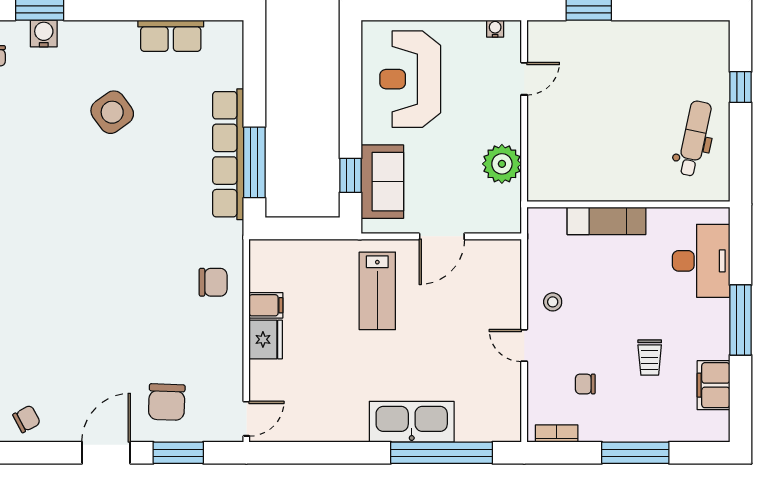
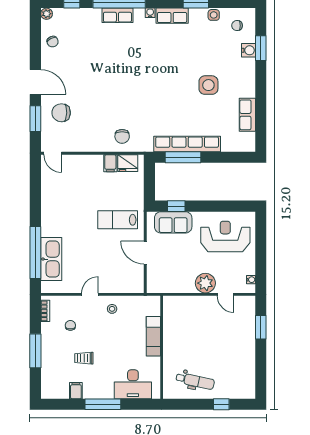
side table: (112, 112) -> (208, 85), turned 36
plant: (502, 164) -> (205, 283), moved
fridge: (266, 339) -> (128, 163), moved
filing cabinet: (713, 385) -> (76, 391), width x0.50
kitchen sink: (412, 422) -> (51, 259), moved

